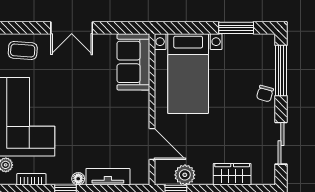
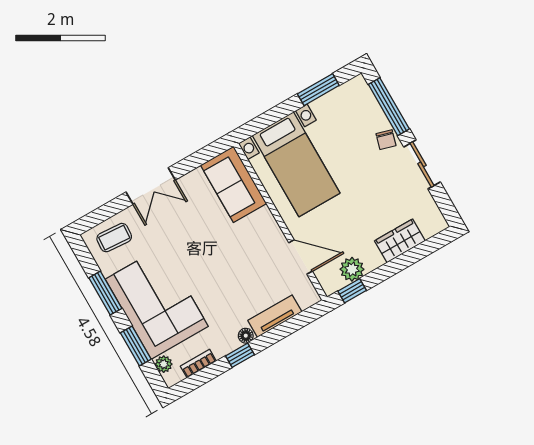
sliding door: (281, 143) -> (422, 164), moved

